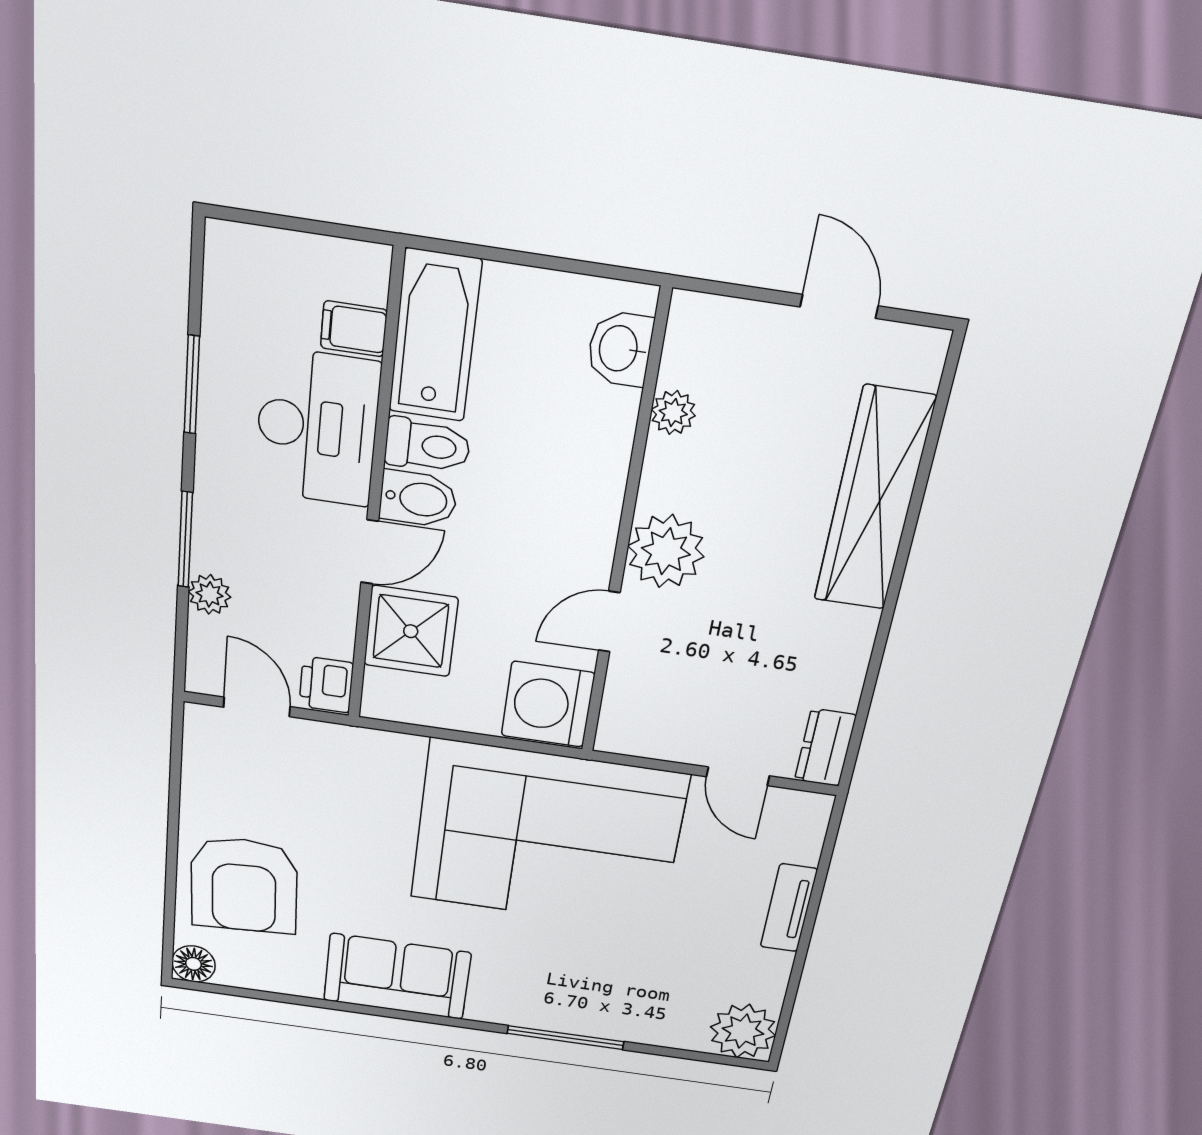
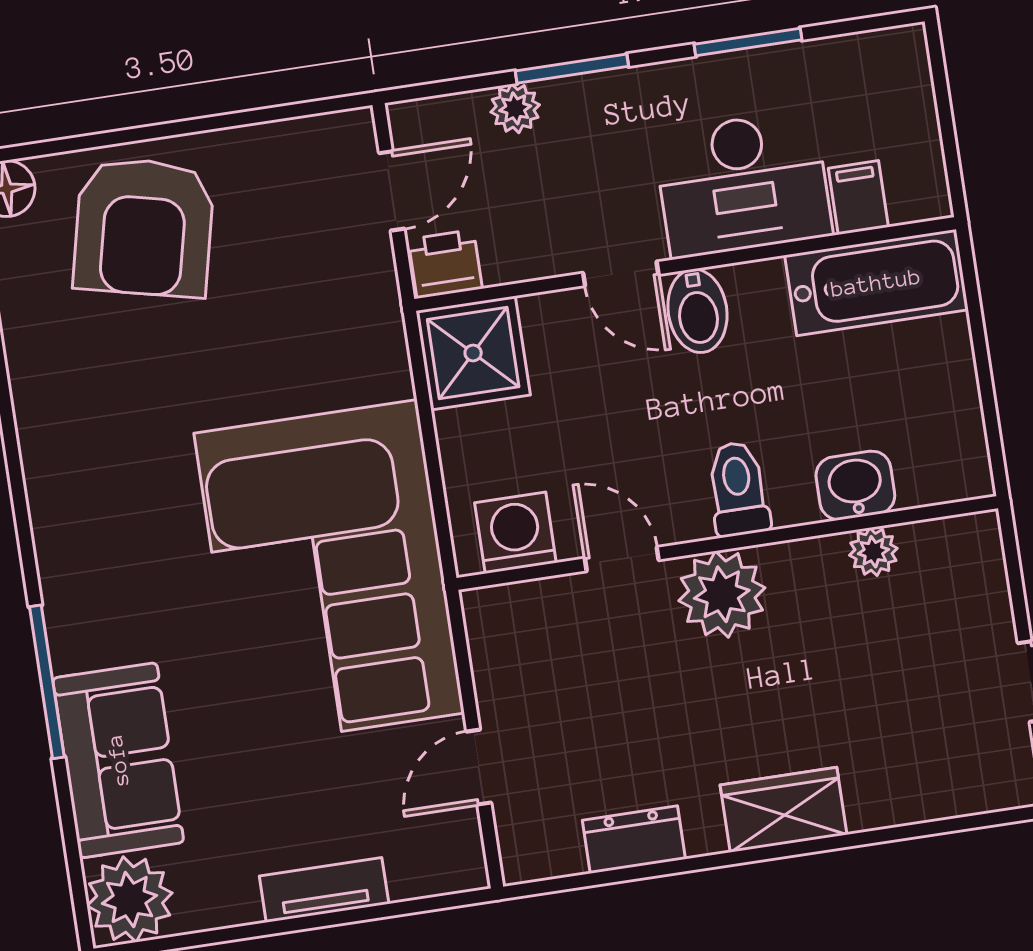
washbasin: (620, 349) -> (855, 485), moved
toilet: (427, 446) -> (738, 489), moved, turned 180
wardrobe: (874, 500) -> (784, 810), width x0.48, depth x0.85
shower: (411, 631) -> (473, 353), moved
washing machine: (548, 704) -> (515, 533), width x0.73, depth x0.73
dresser: (825, 748) -> (634, 840), moved
armchair: (244, 885) -> (144, 227), turned -74
sofa: (397, 976) -> (118, 760), moved

